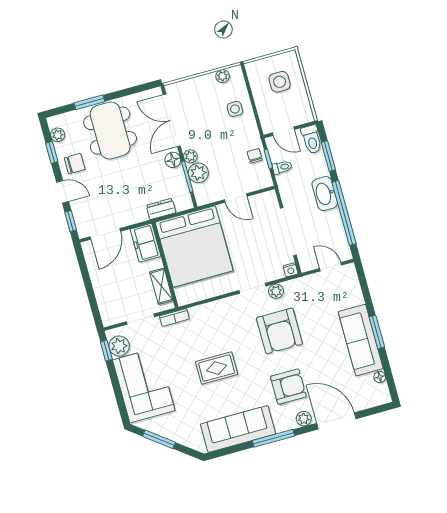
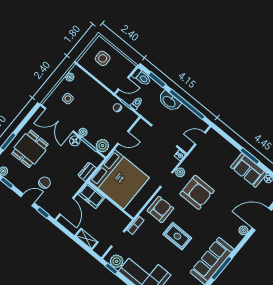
side table: (235, 109) -> (68, 99), moved
dining table: (110, 131) -> (30, 149), width x0.73
chair: (75, 164) -> (45, 183), moved
plant: (198, 173) -> (102, 146), moved
shelving: (161, 286) -> (87, 239), moved
sofa: (361, 340) -> (249, 170), width x0.73
rug: (217, 368) -> (177, 236), turned 90
armchair: (288, 387) -> (160, 210), moved
window: (273, 438) -> (222, 268), moved

